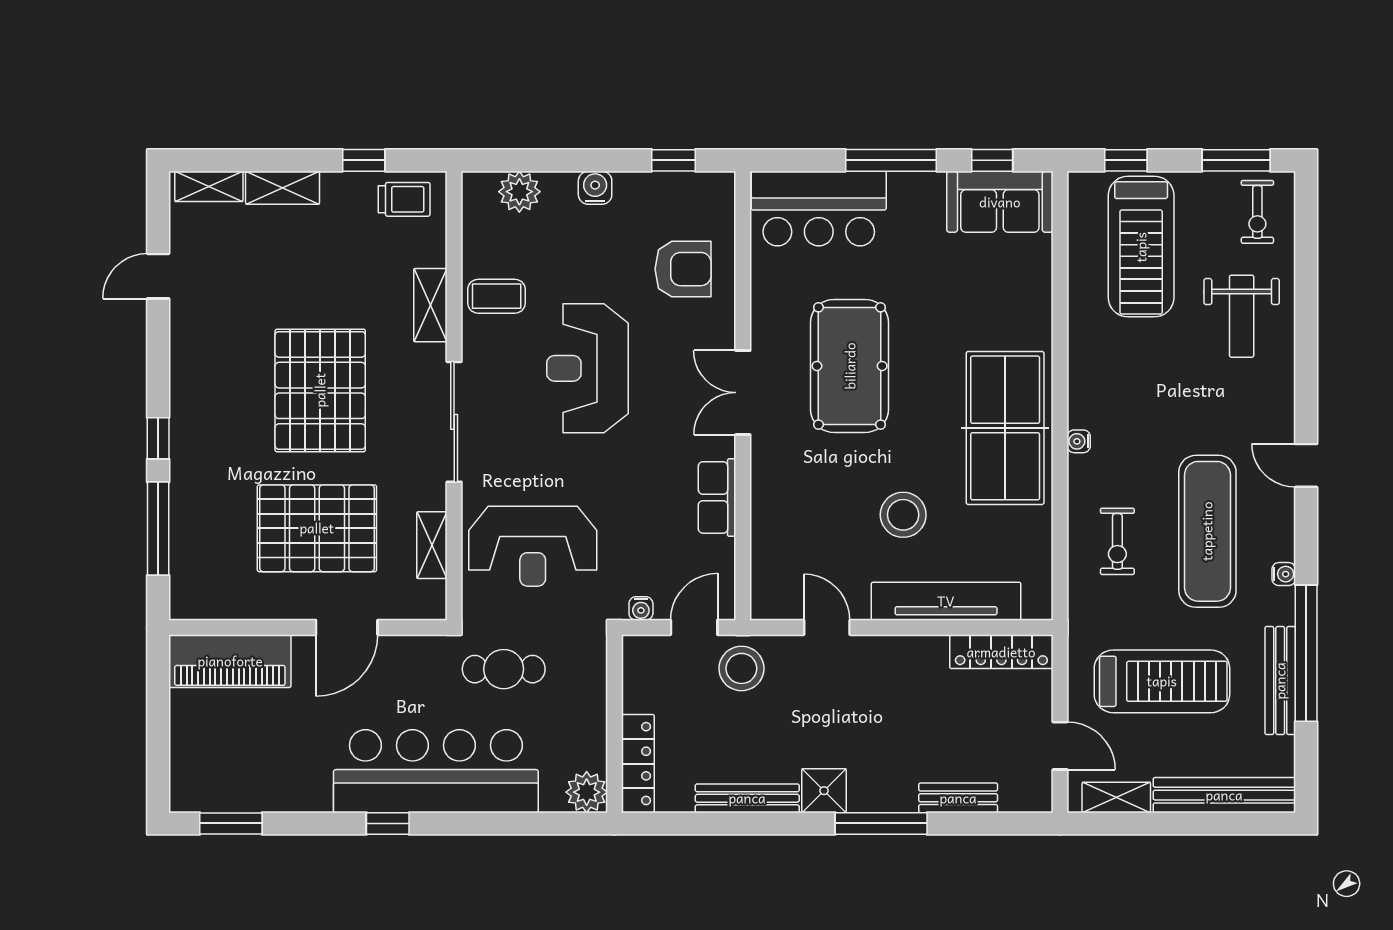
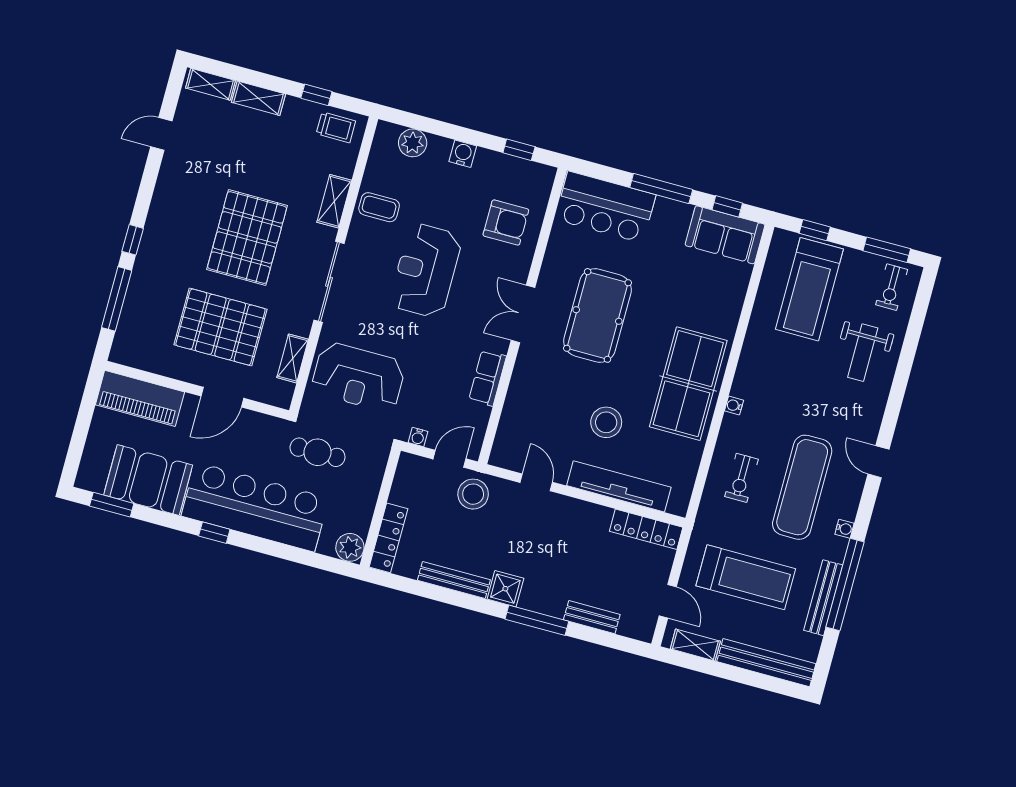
booth: (273, 774) -> (148, 480), added

